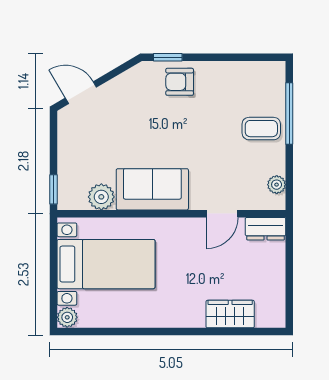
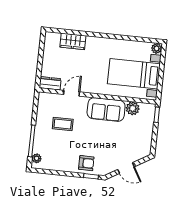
door: (81, 93) -> (126, 168), moved
coffee table: (261, 129) -> (63, 124), moved
plant: (277, 185) -> (37, 158), moved

